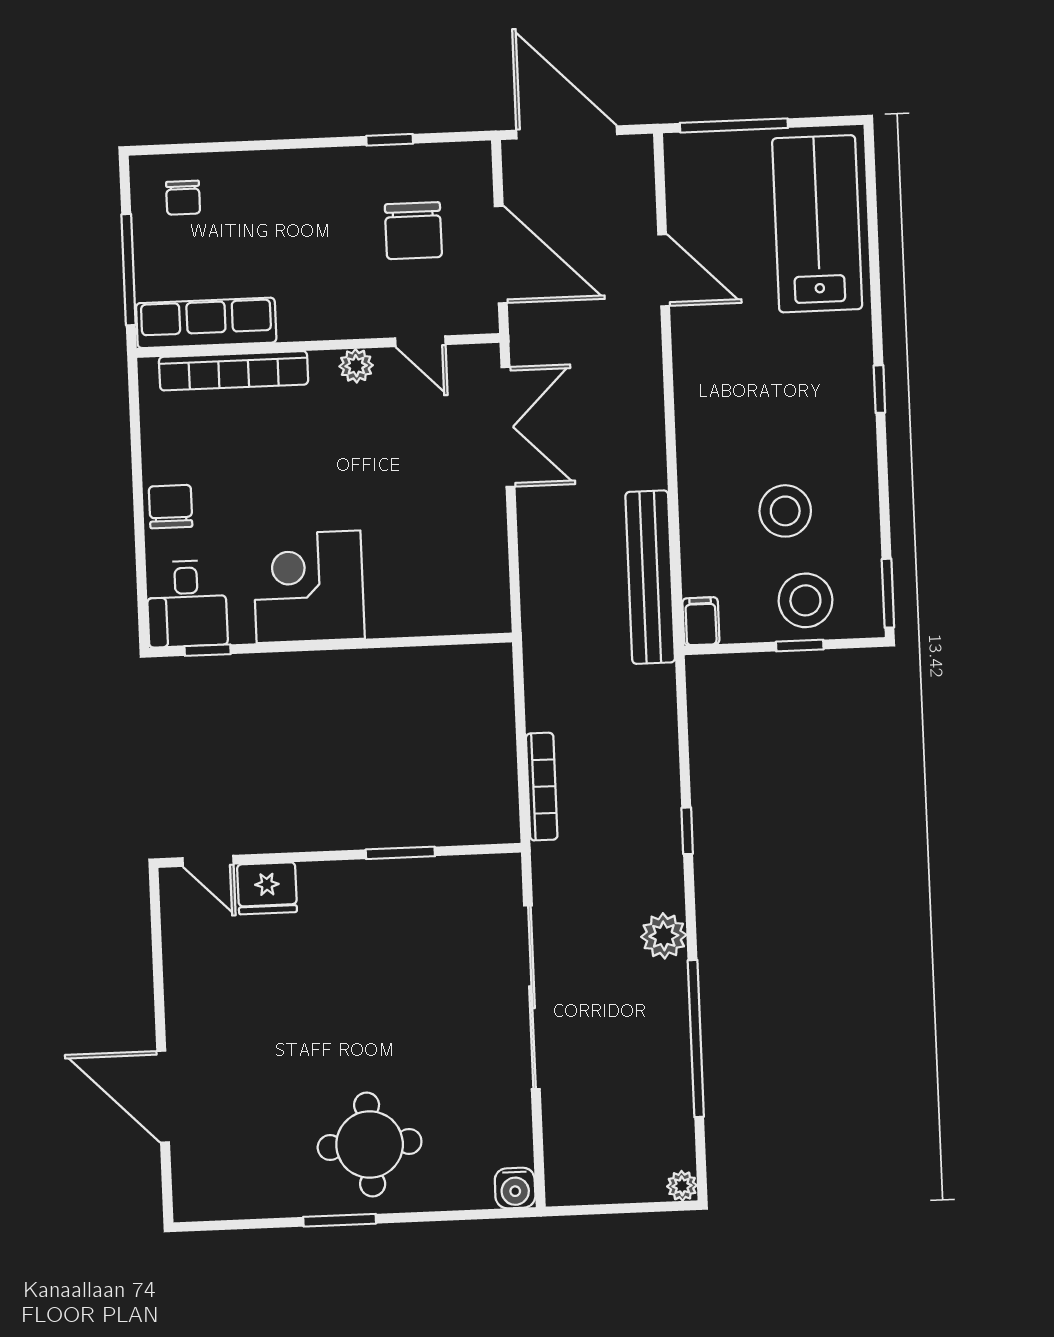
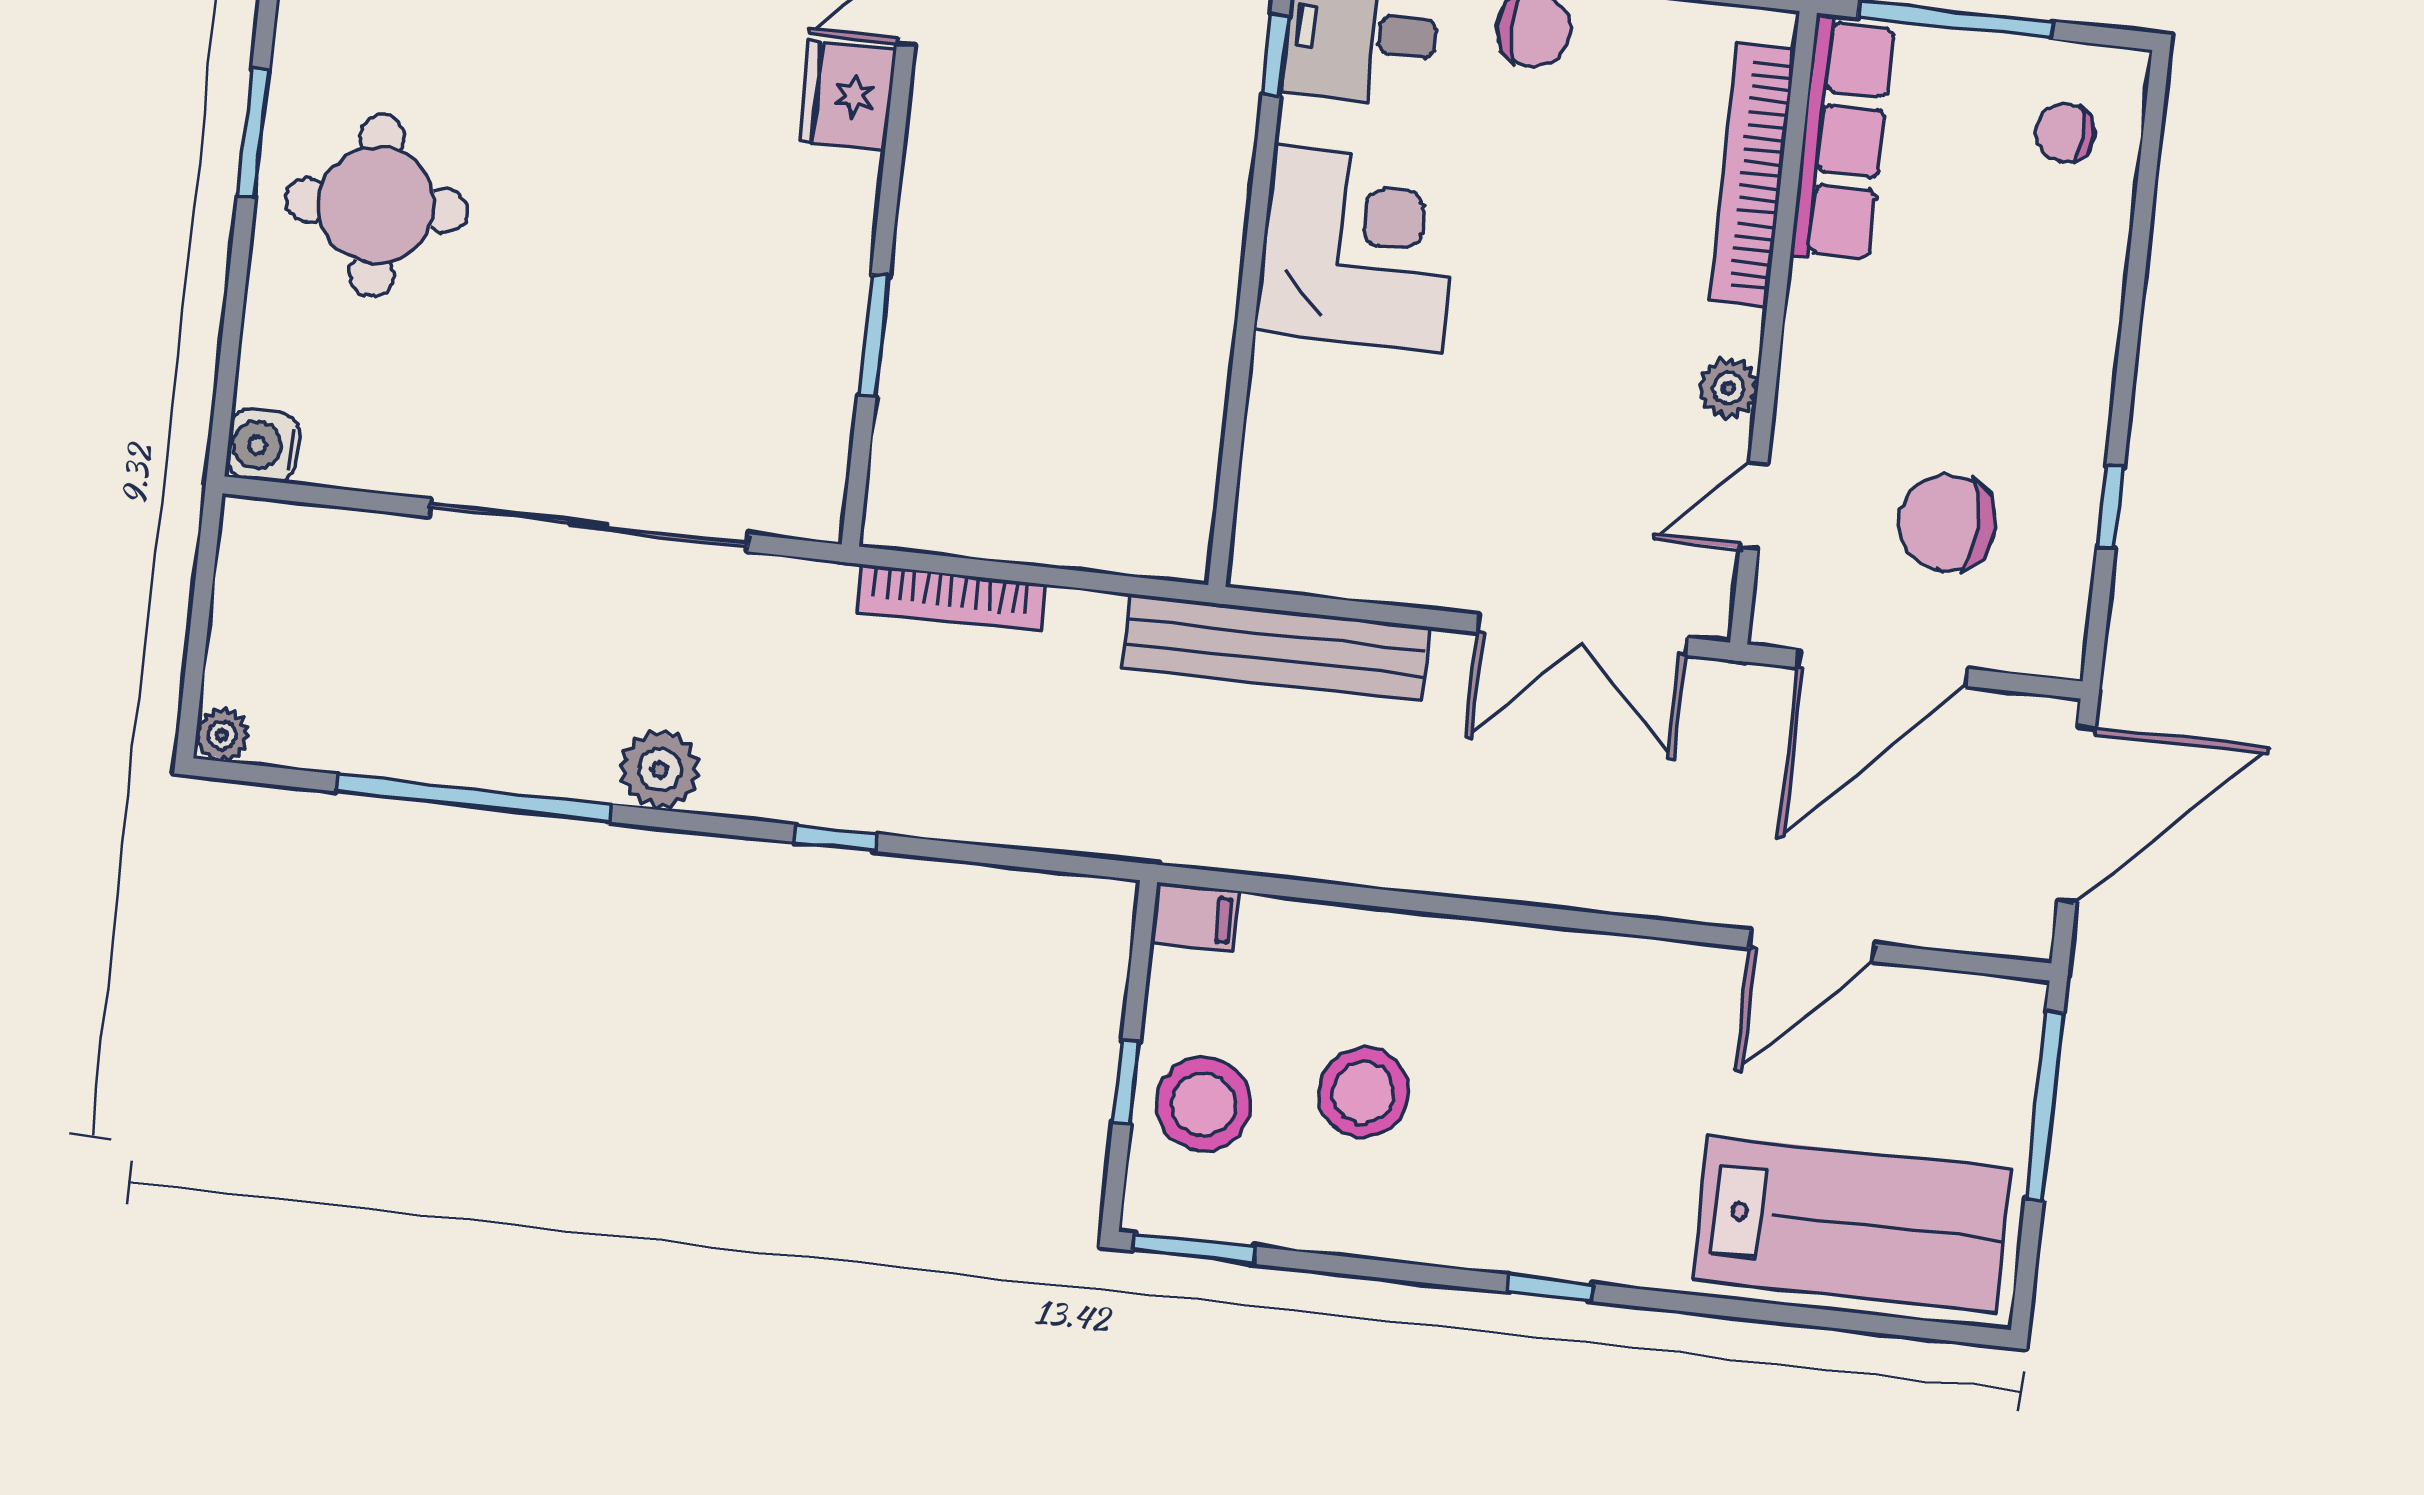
bench: (650, 577) -> (1276, 647), moved

